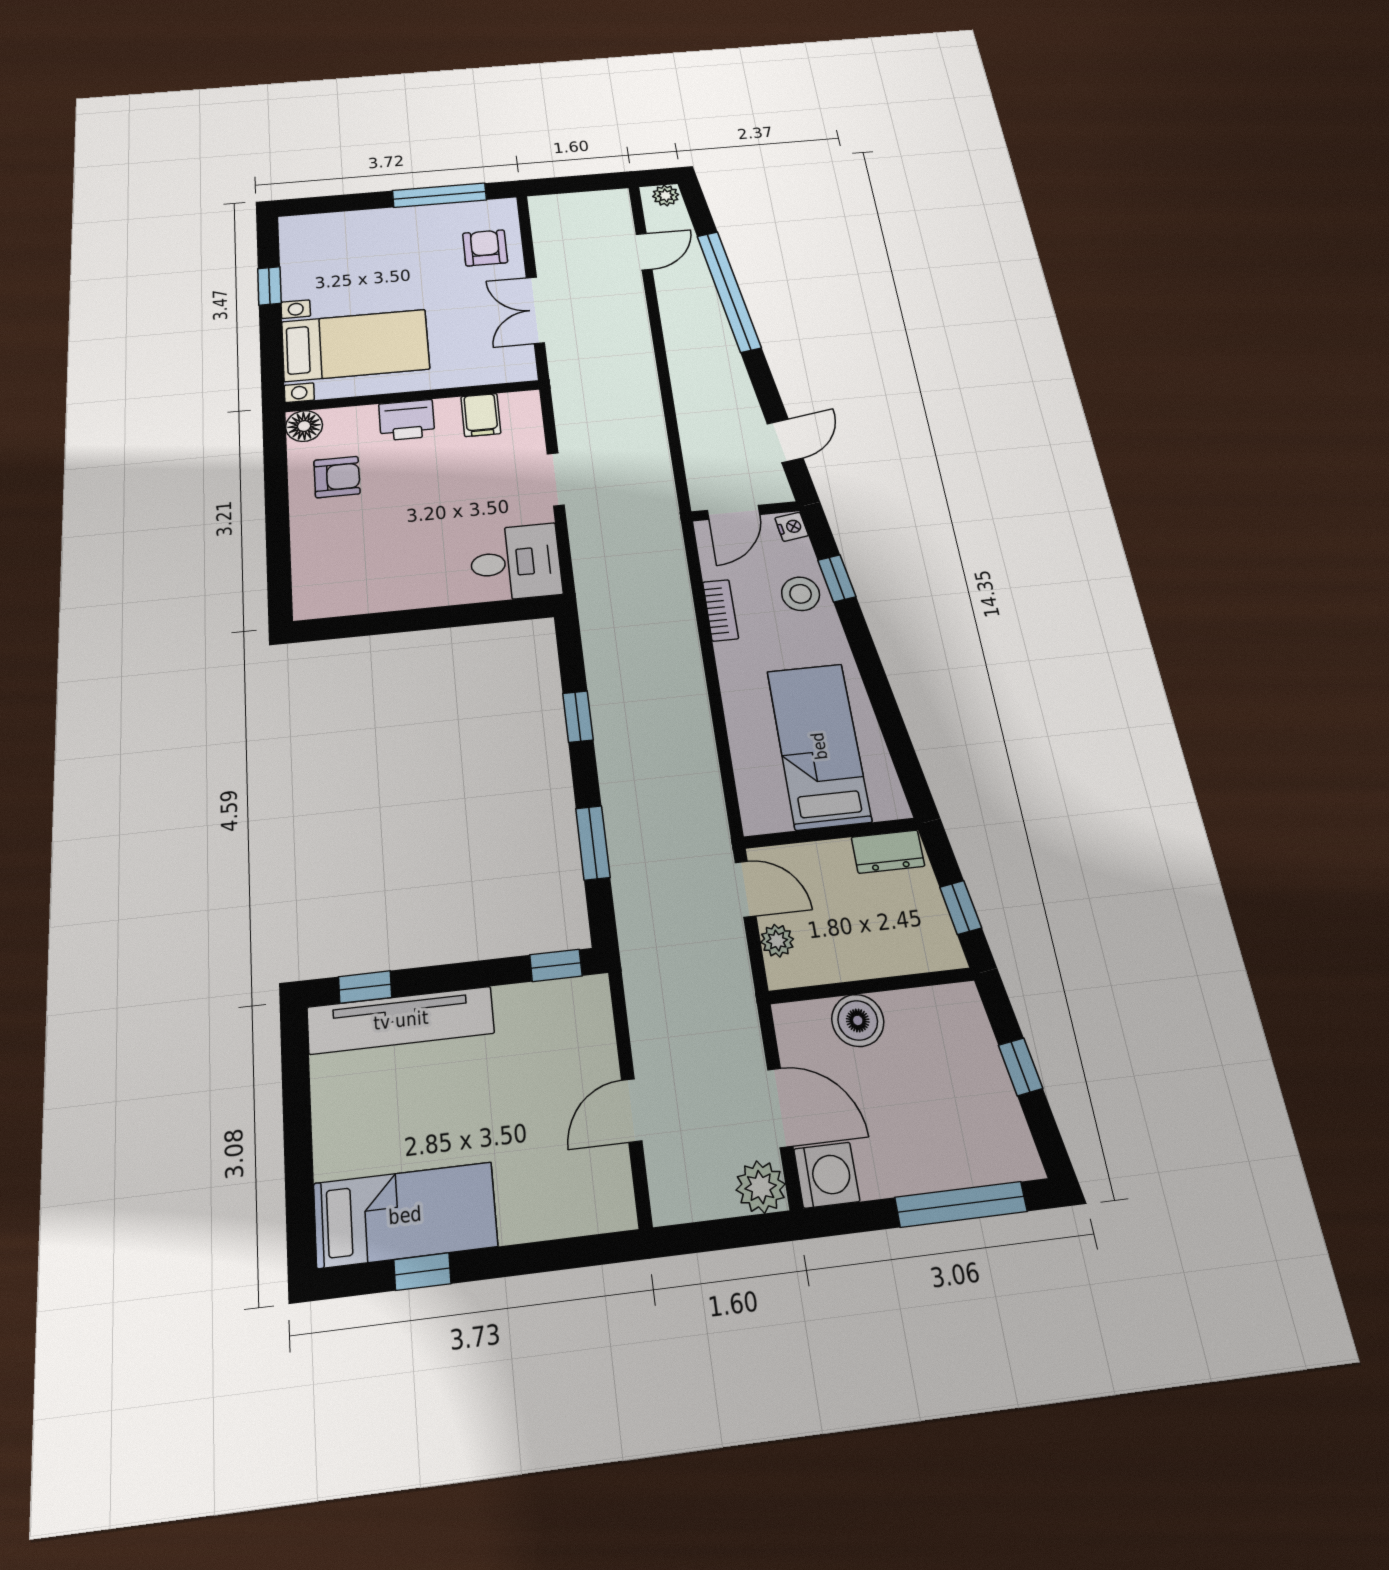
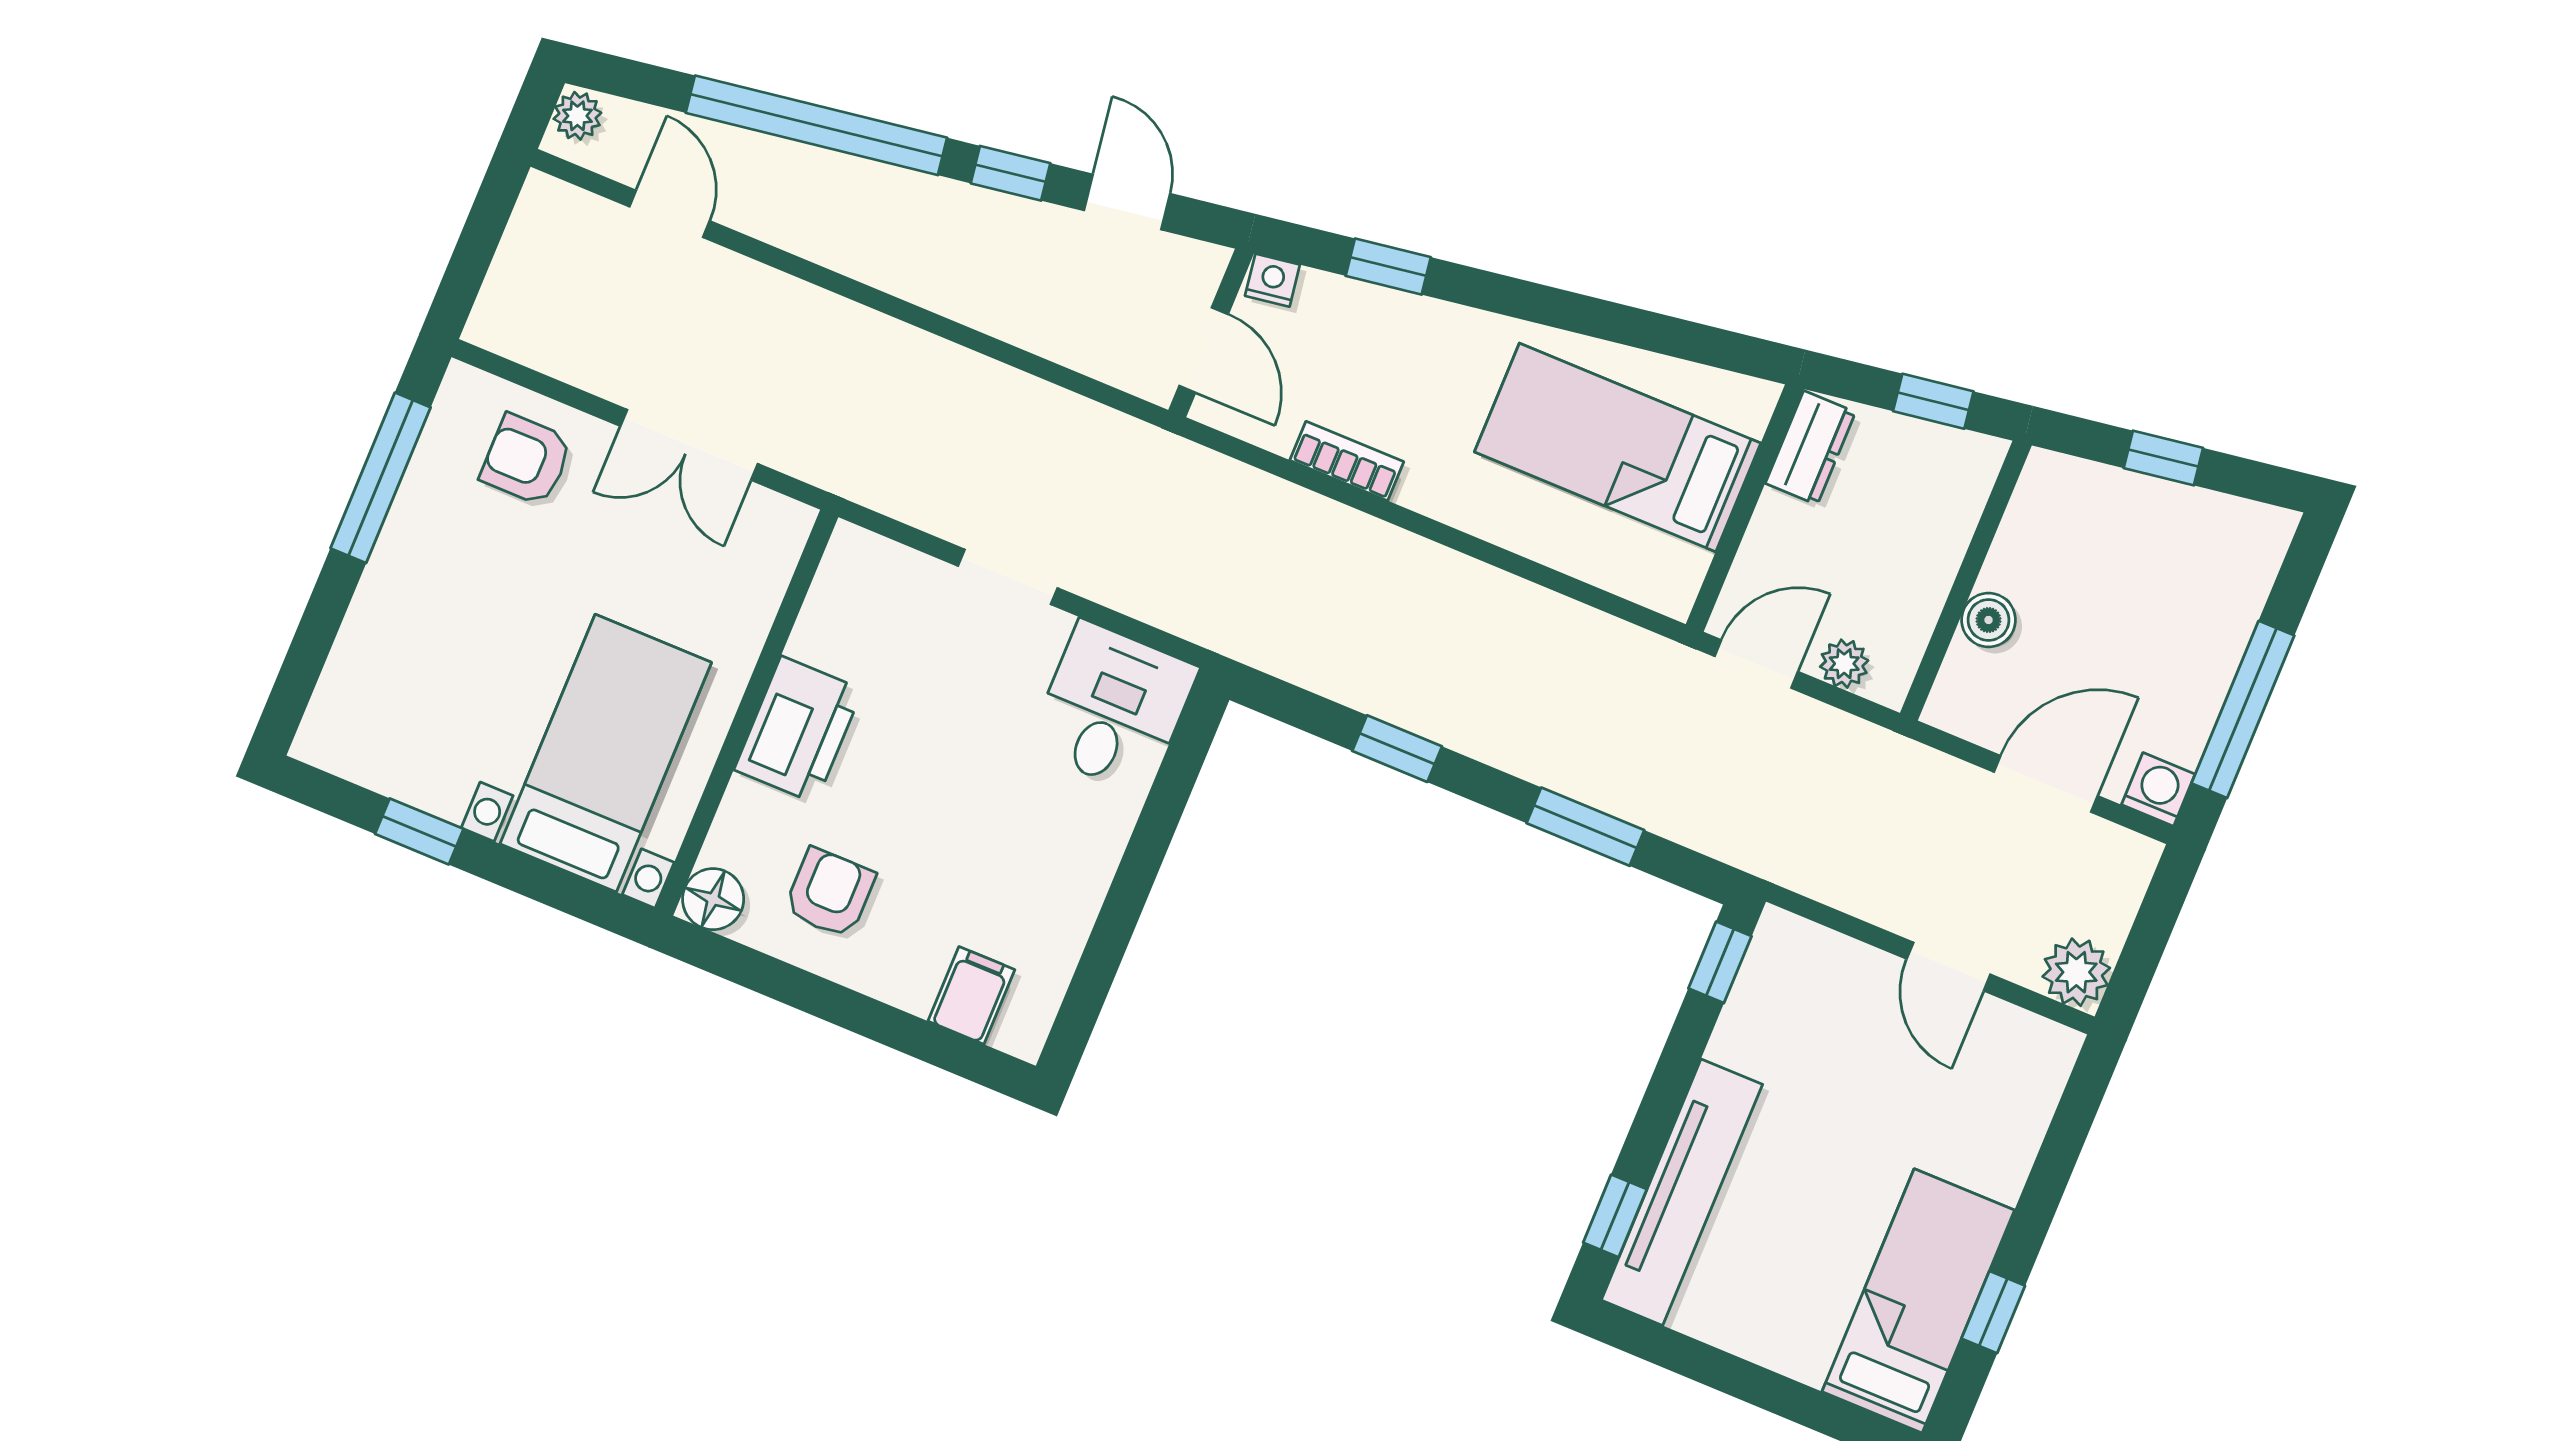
window: (763, 383) -> (1011, 173), added
filing cabinet: (481, 415) -> (971, 995), moved, turned -90
printer: (407, 420) -> (798, 730), width x1.37, depth x1.19
stool: (801, 594) -> (1384, 333), removed
boiler: (858, 1020) -> (1989, 620), width x0.73, depth x0.73
washing machine: (827, 1175) -> (2158, 789), width x0.73, depth x0.73
plant: (761, 1187) -> (2076, 972), moved
window: (961, 1204) -> (2243, 709), moved

